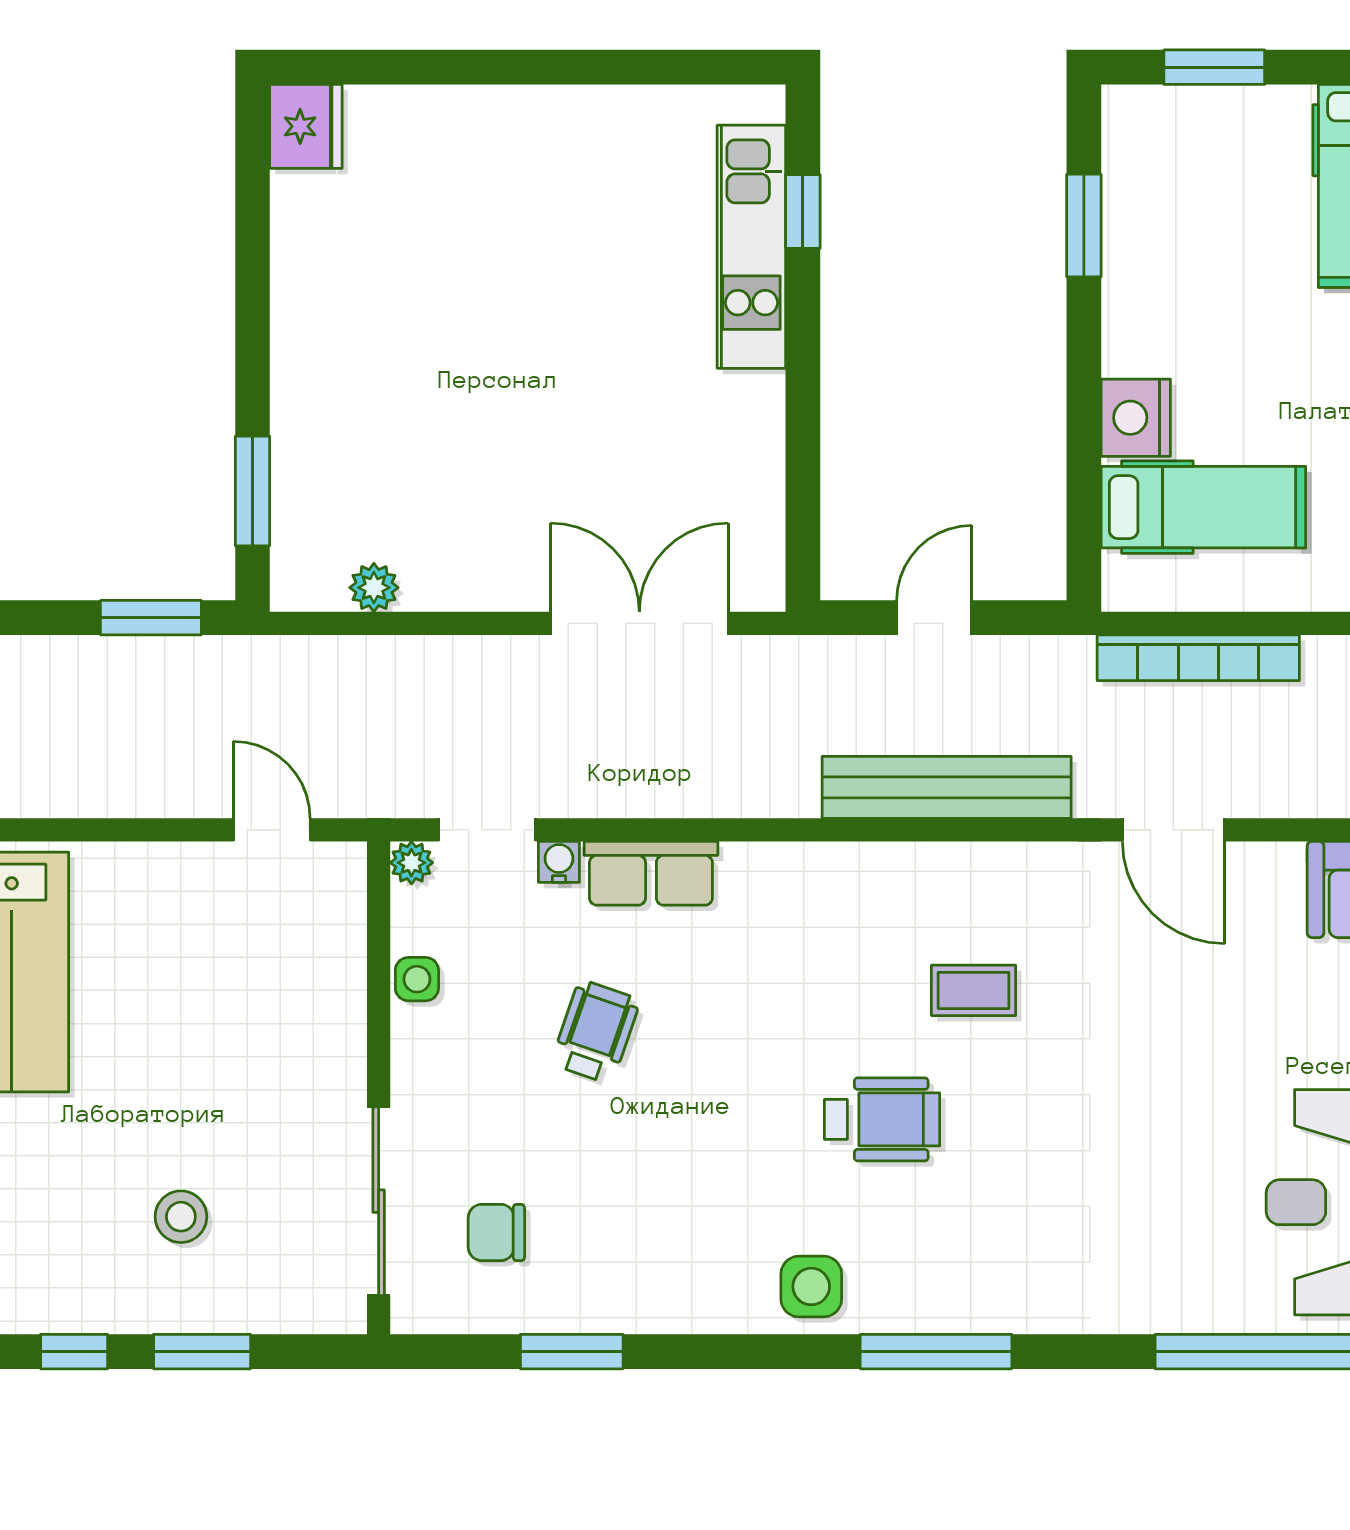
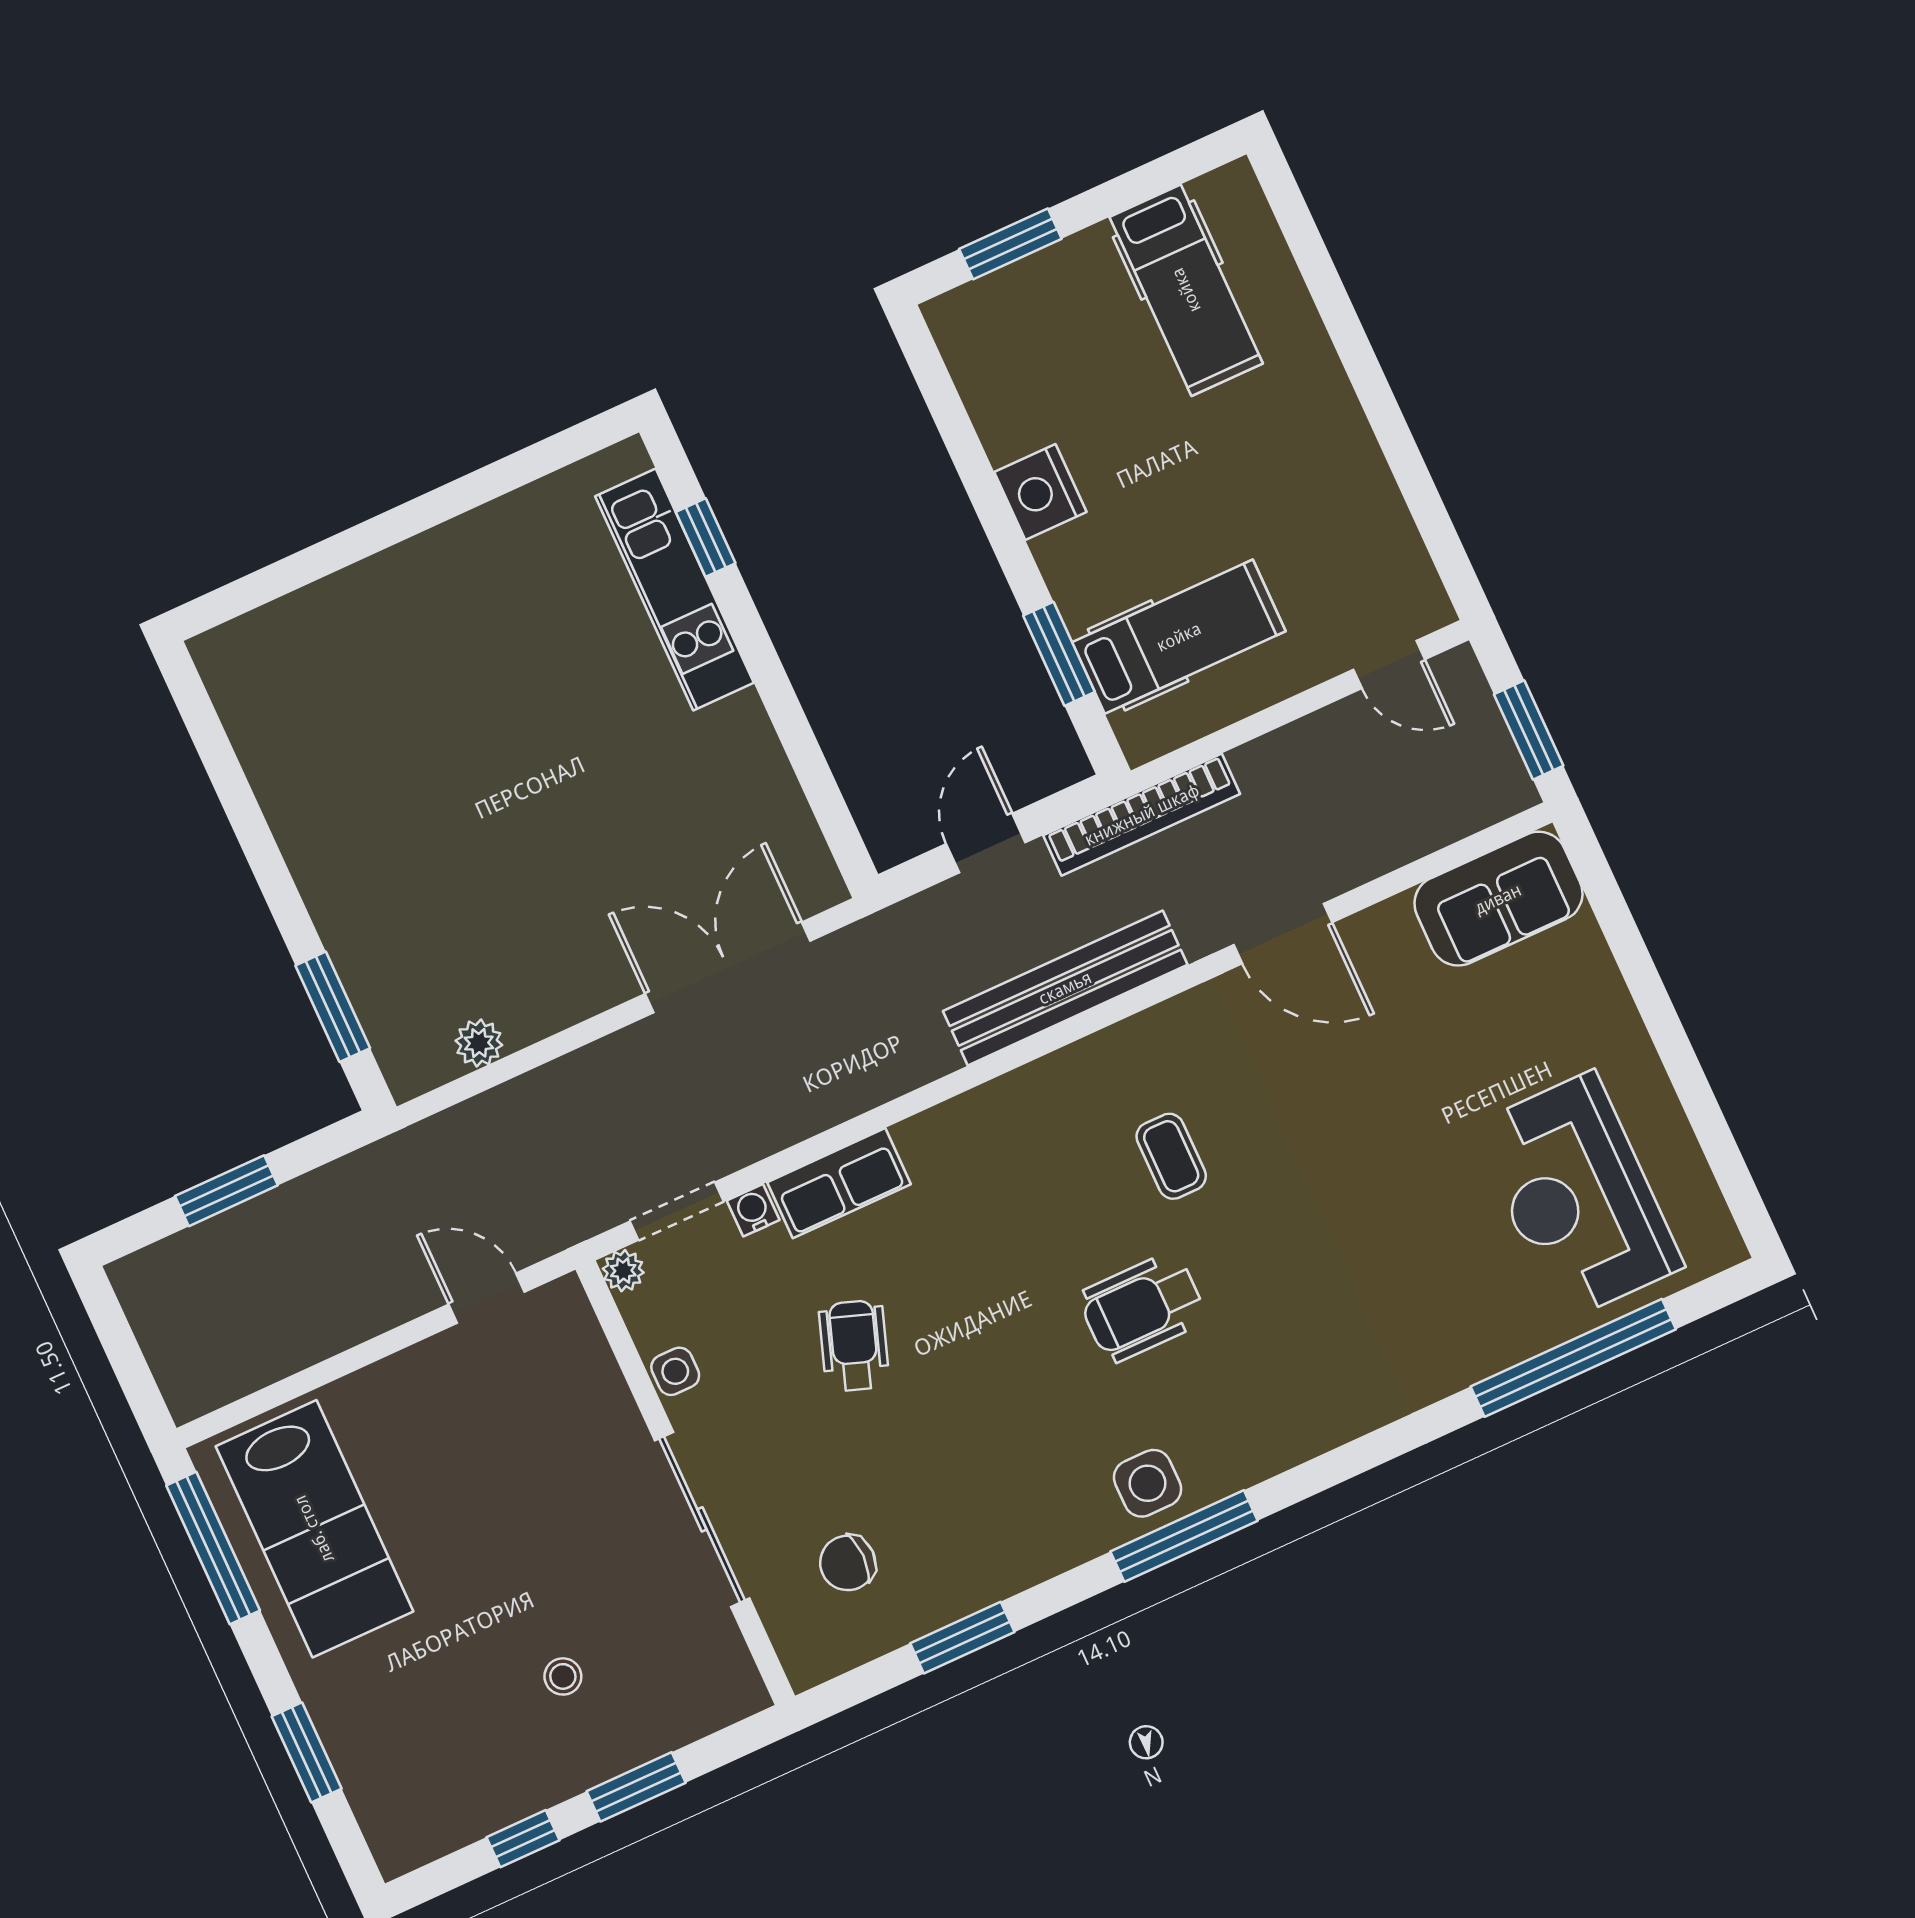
fridge: (306, 126) -> (232, 663), removed
window: (1084, 226) -> (1059, 654), moved
nightstand: (1136, 418) -> (1040, 492), moved
window: (151, 618) -> (226, 1191), moved
bookcase: (1198, 658) -> (1142, 815), moved
coffee table: (974, 990) -> (1171, 1156), turned 90
wheelchair: (882, 1119) -> (1142, 1307), turned 180
sliding door: (379, 1201) -> (702, 1519), moved
stool: (181, 1217) -> (563, 1676), width x0.73, depth x0.73
window: (936, 1352) -> (1184, 1536), moved

